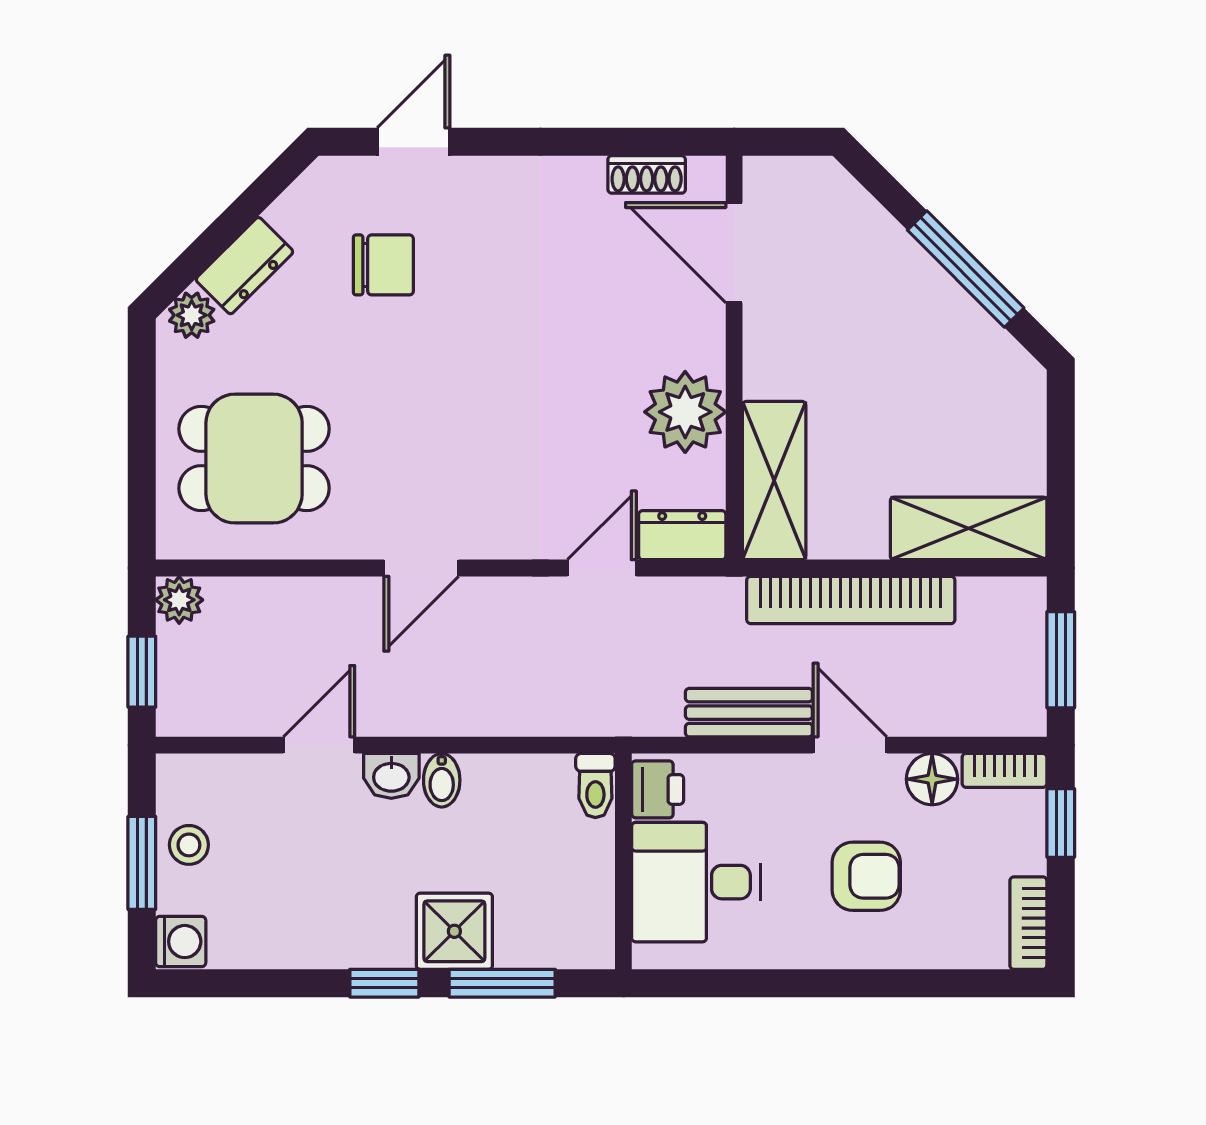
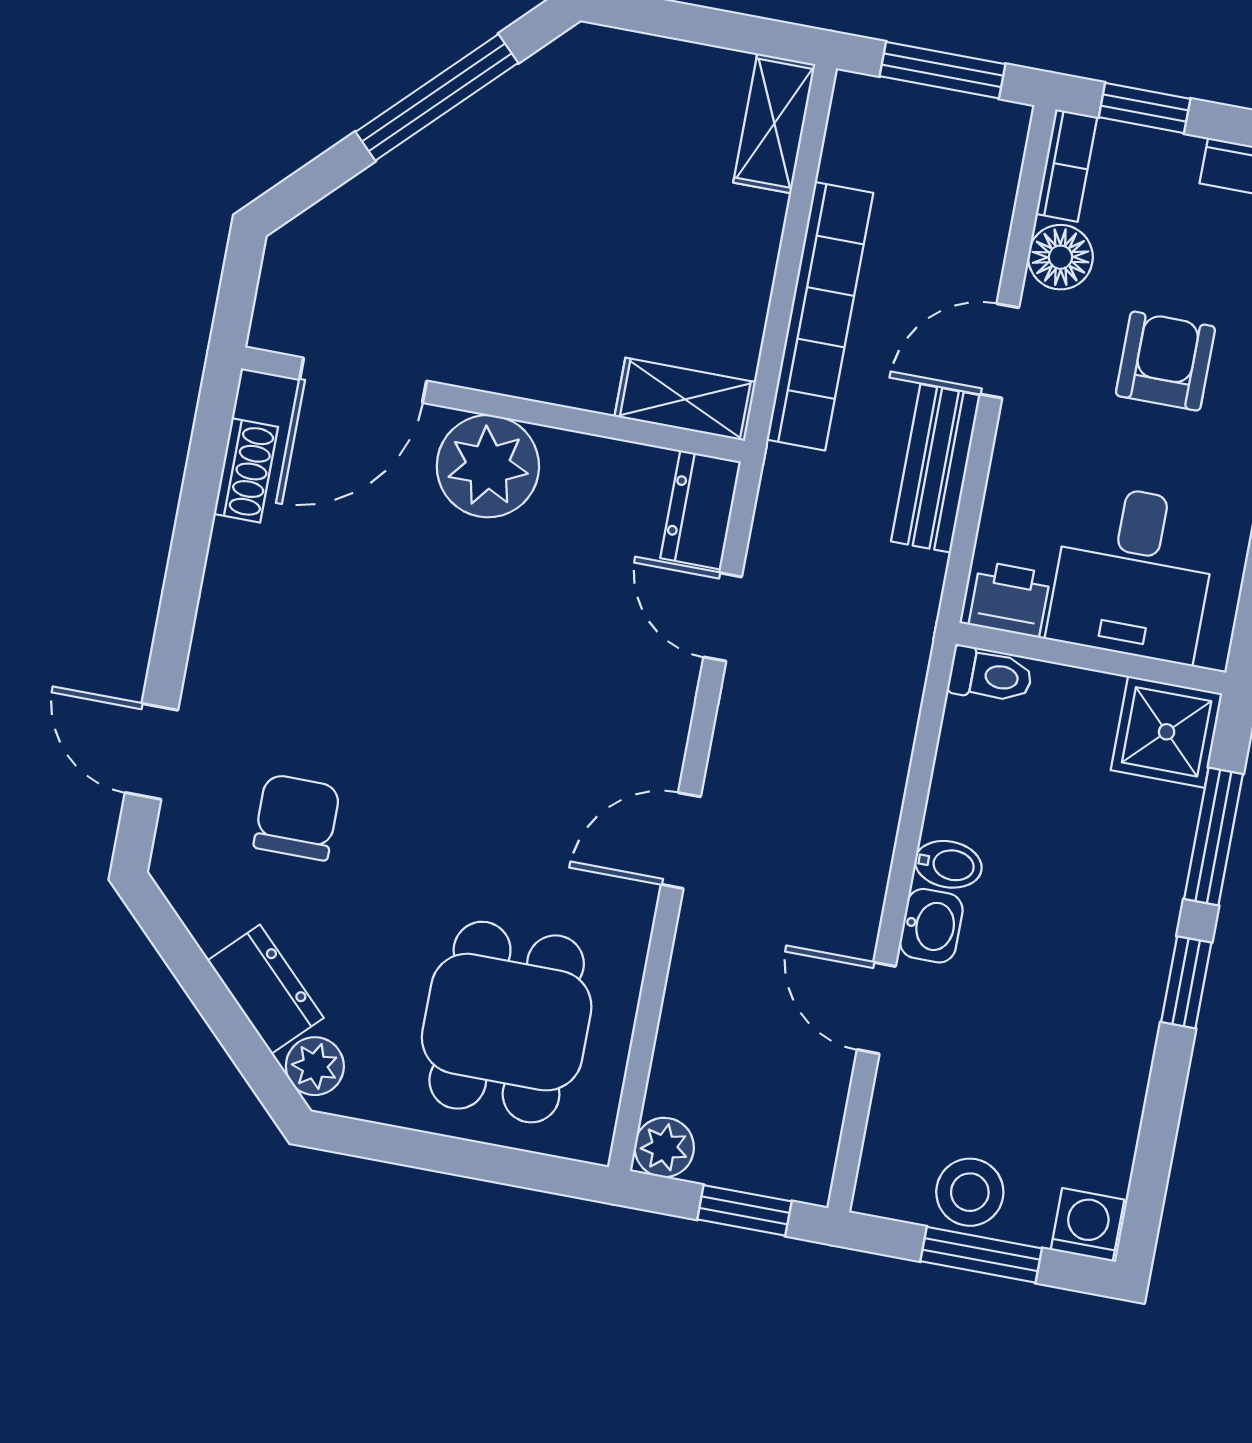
plant: (685, 412) -> (488, 466), moved
shelving: (774, 481) -> (685, 399), width x0.67, depth x0.75
shelving: (969, 528) -> (774, 123), width x0.67, depth x0.75
door: (421, 568) -> (681, 841), swing flipped
stool: (189, 845) -> (970, 1192), width x1.37, depth x1.37
shower: (454, 931) -> (1167, 732), moved

